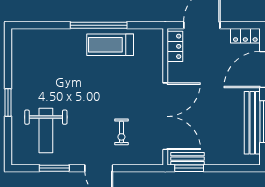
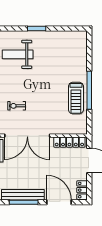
treadmill: (110, 45) -> (76, 98), turned 180
locker: (175, 46) -> (69, 142), width x1.53

